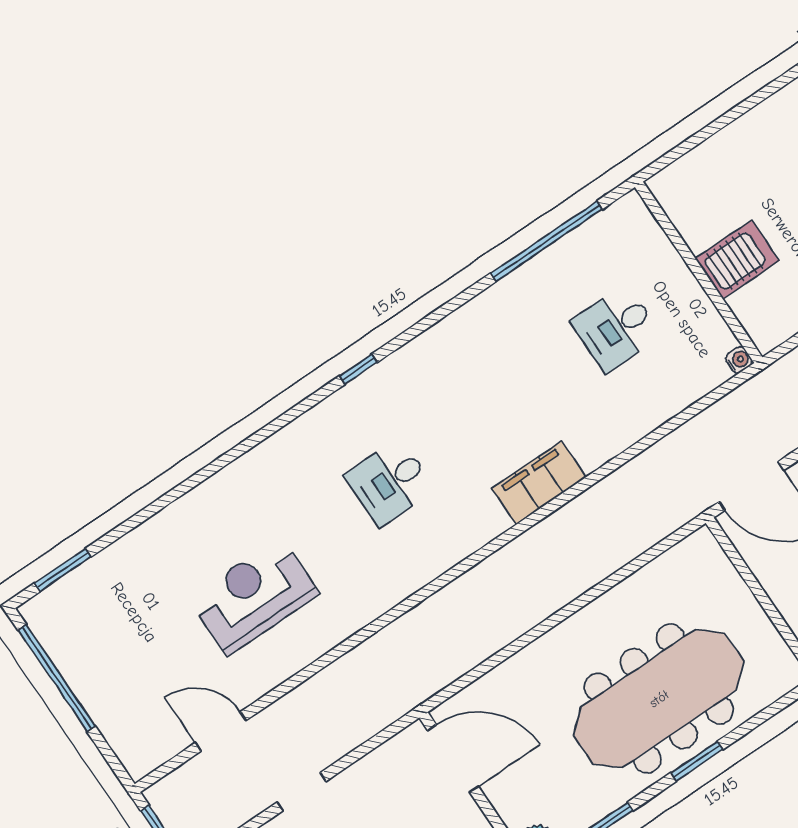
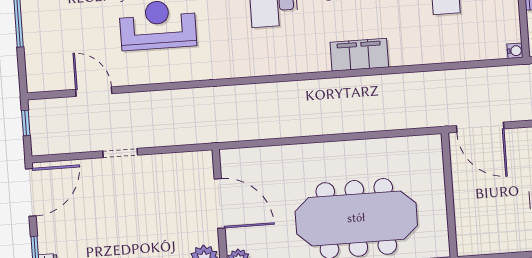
door: (453, 758) -> (220, 203), moved

